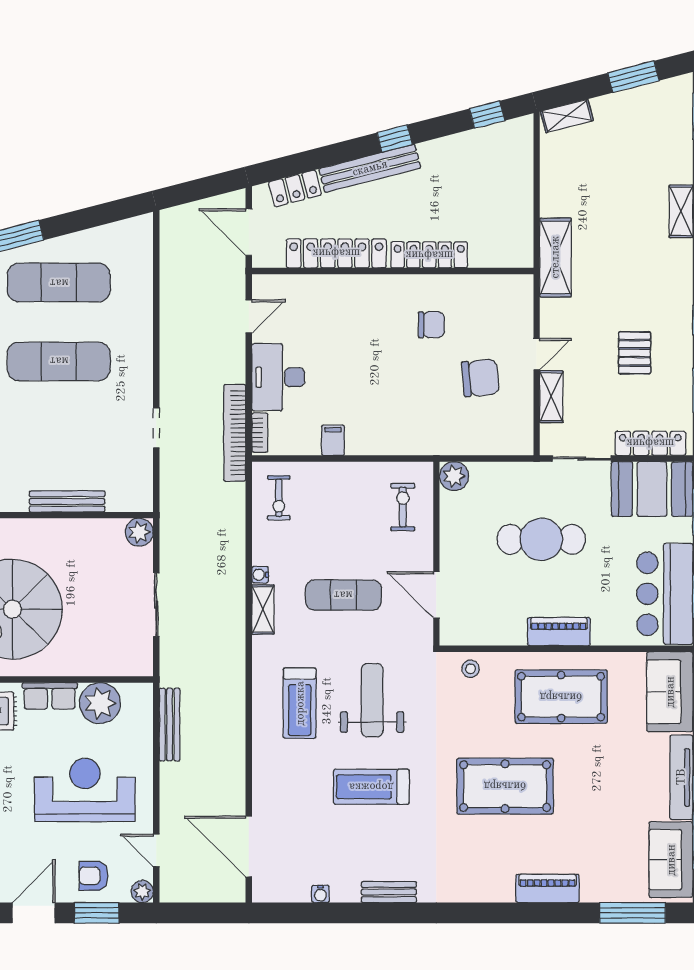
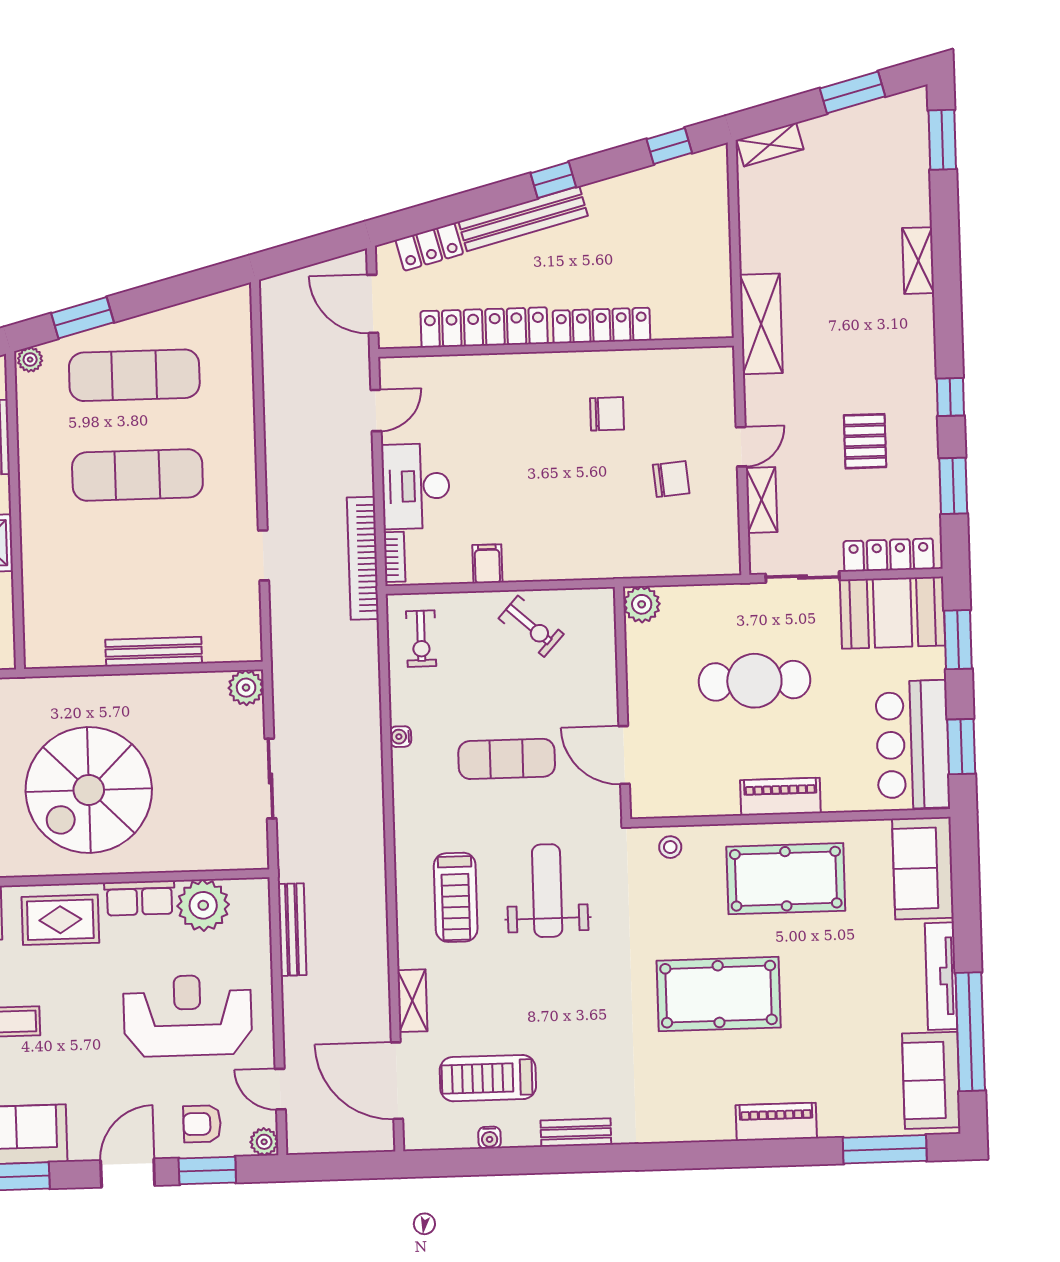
chair: (480, 378) -> (671, 479), width x0.73, depth x0.73
exercise bike: (403, 507) -> (531, 626), moved, turned 132
shelving: (263, 610) -> (412, 1001), moved
treadmill: (371, 787) -> (488, 1078), moved

